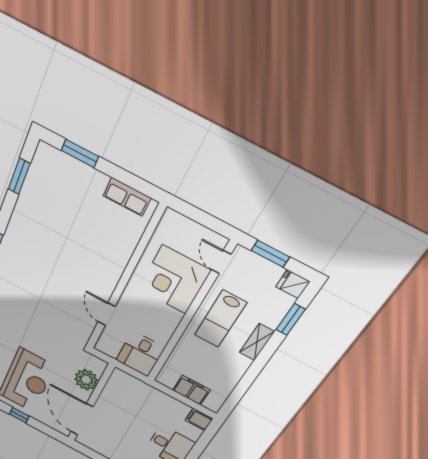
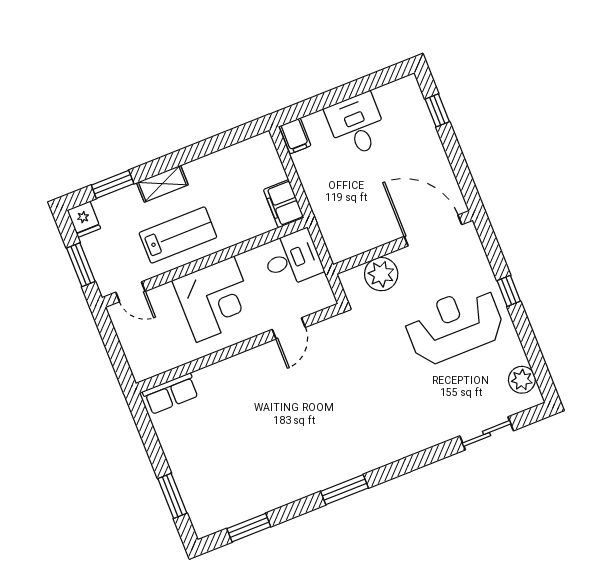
row of seats: (127, 197) -> (171, 394), moved, turned 90
door: (221, 262) -> (130, 292), hinge flipped
corner desk: (174, 280) -> (215, 299), moved
filing cabinet: (191, 390) -> (284, 204), moved
door: (82, 419) -> (433, 231), swing flipped

